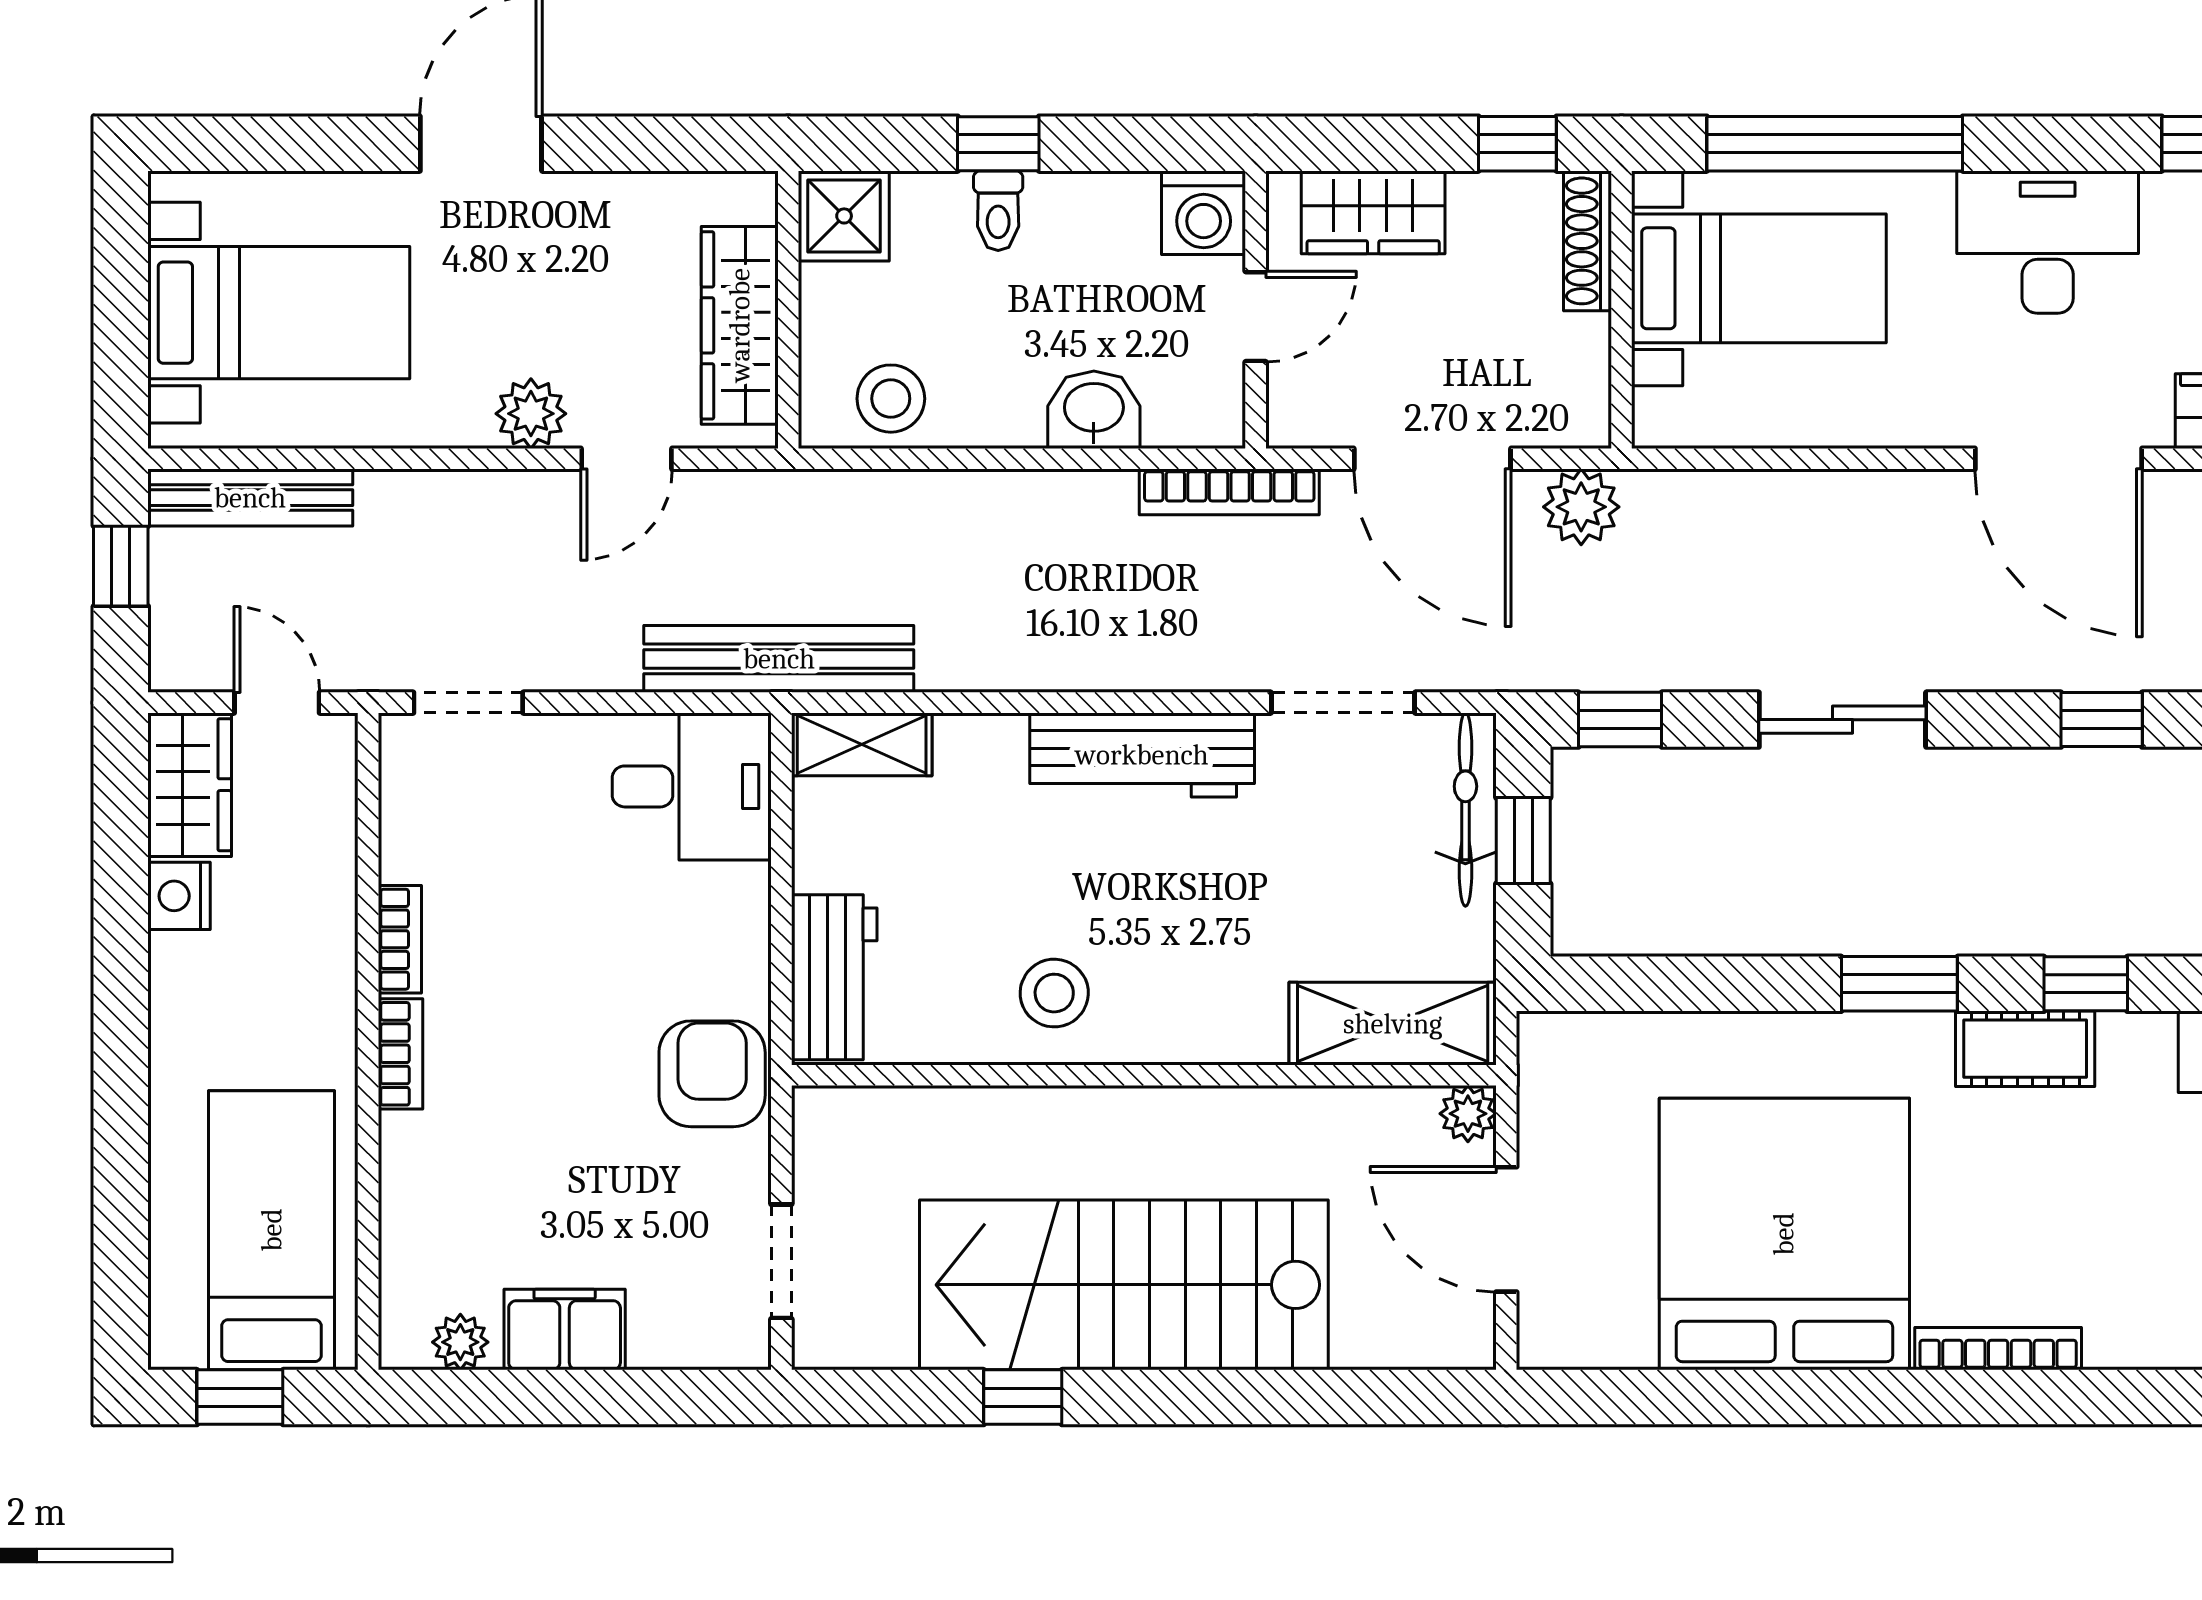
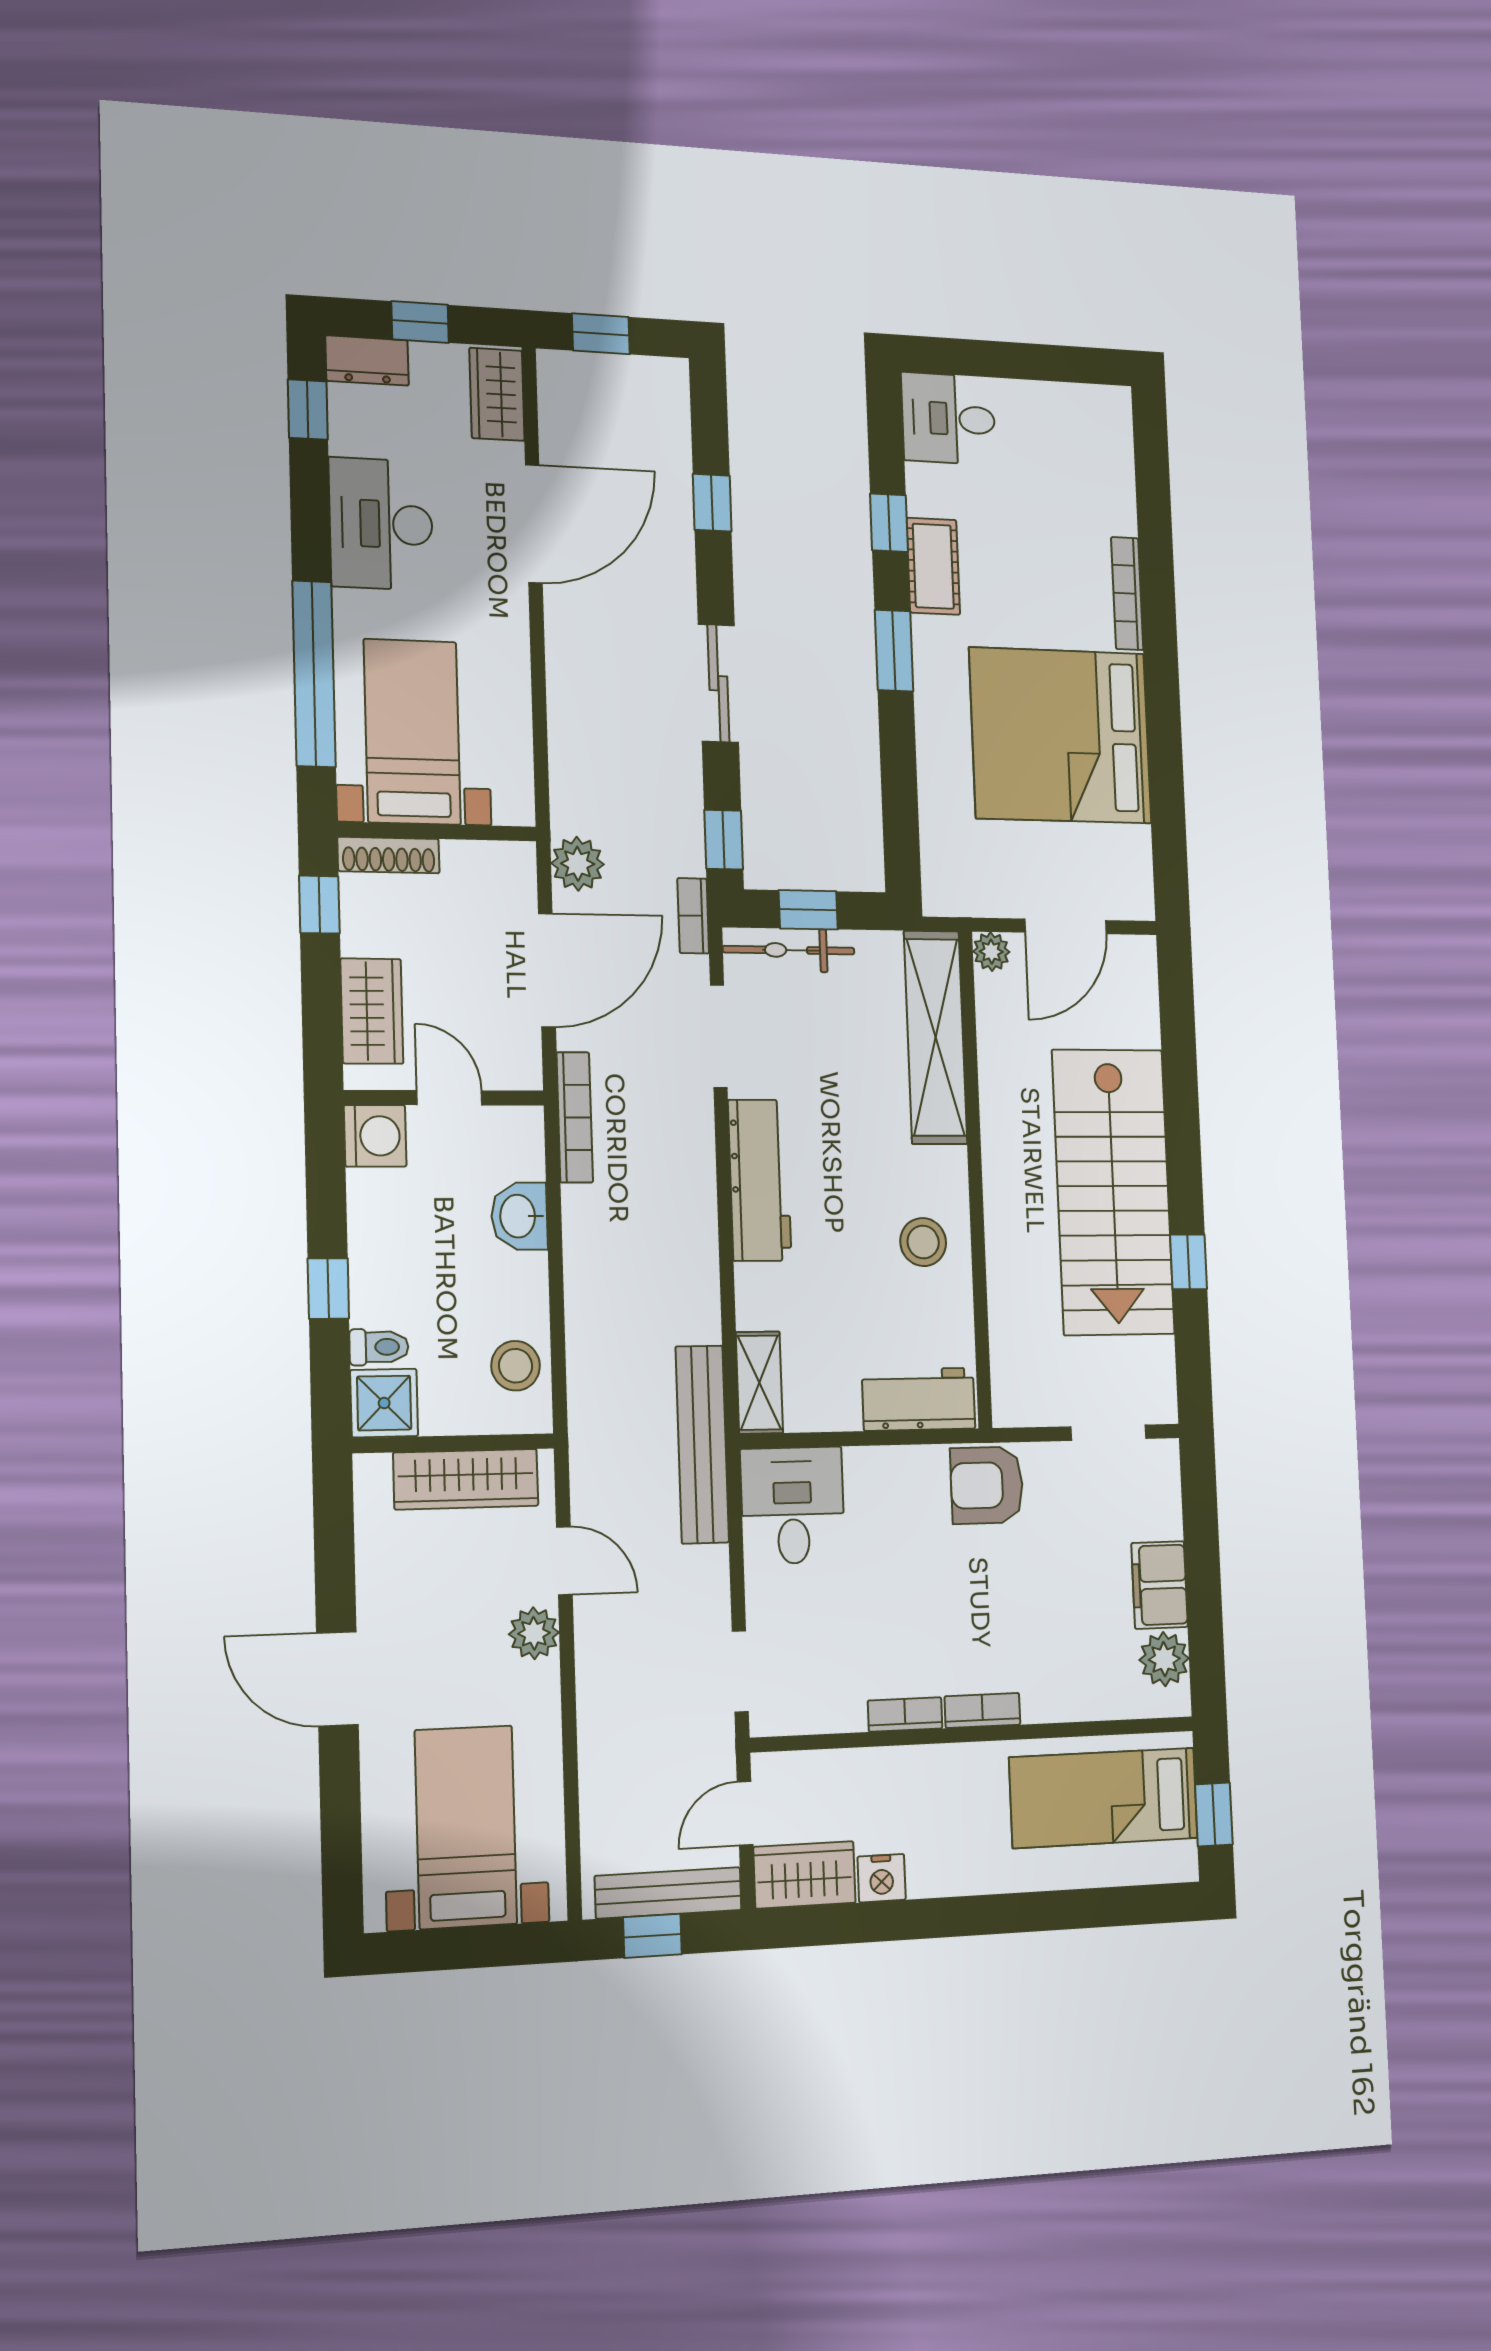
toilet: (998, 211) -> (379, 1347), moved
bench: (250, 498) -> (668, 1893), moved, turned 90
bookcase: (1512, 671) -> (693, 916), added
shelving: (1393, 1024) -> (935, 1037), width x1.47
plant: (460, 1342) -> (1164, 1659), width x1.38, depth x1.38

